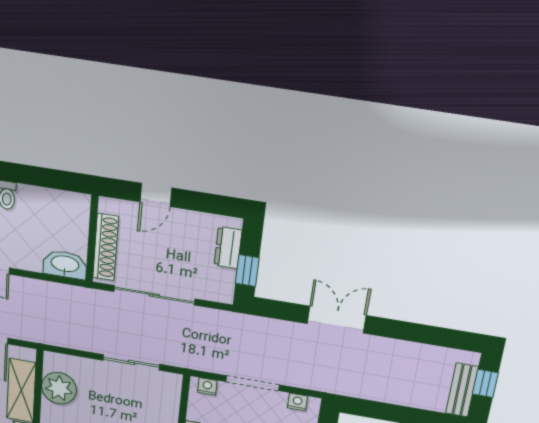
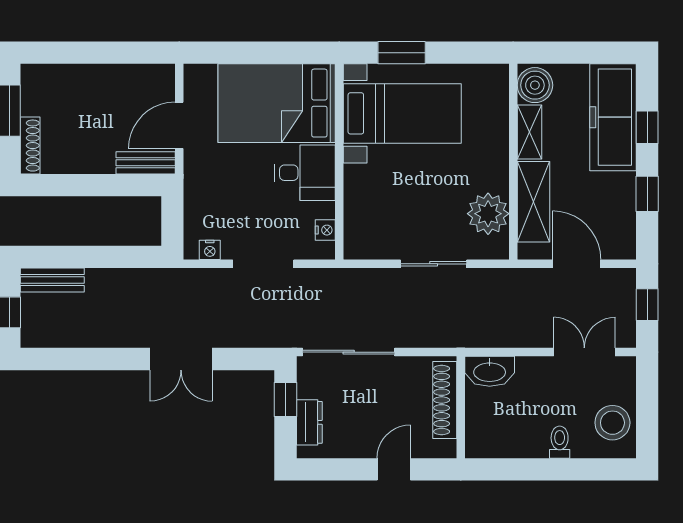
sliding door: (154, 295) -> (349, 352), moved
sliding door: (131, 362) -> (434, 264), moved
nightstand: (207, 386) -> (325, 230), moved, turned -90
bench: (462, 390) -> (52, 280), moved, turned 90

